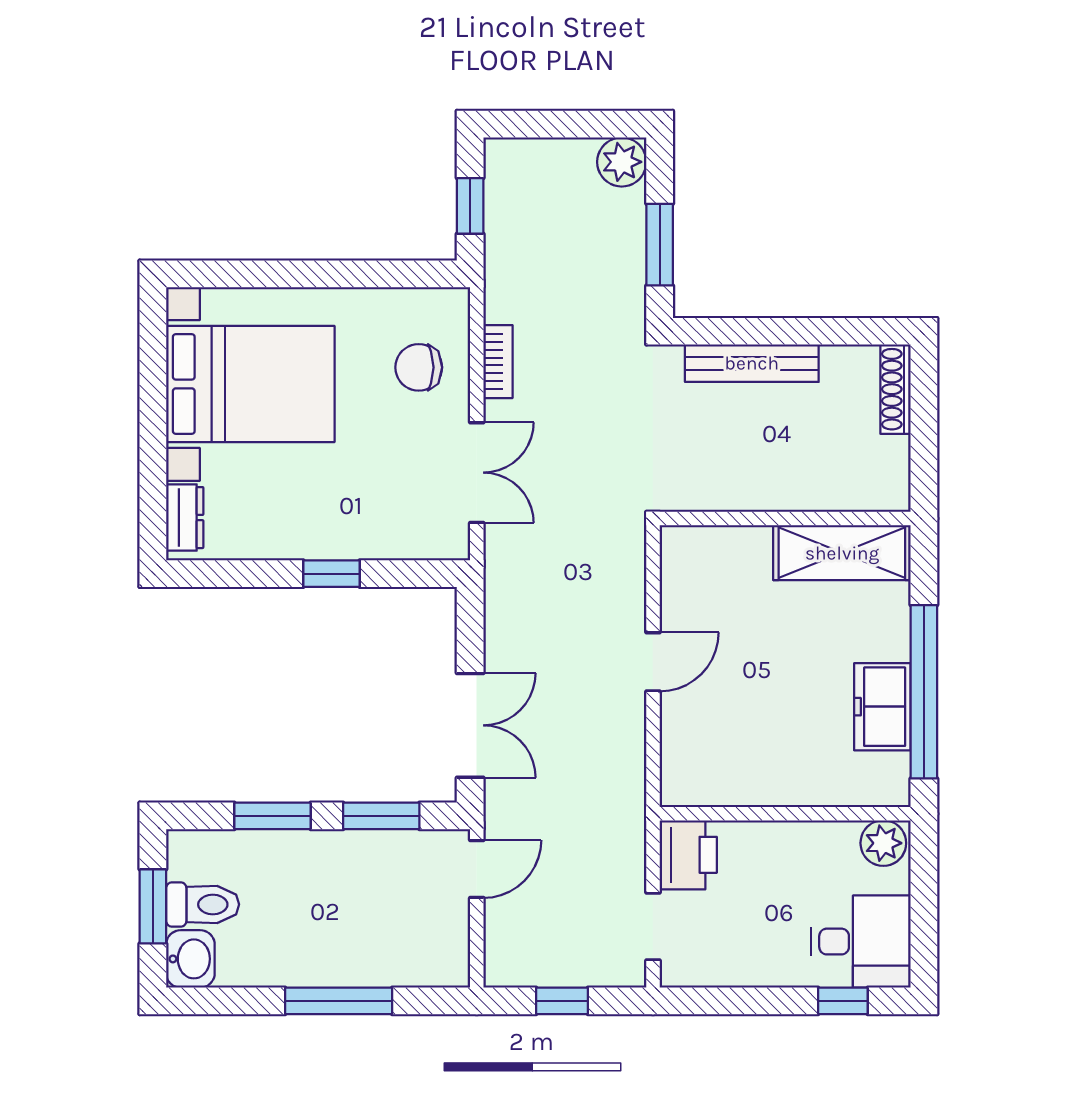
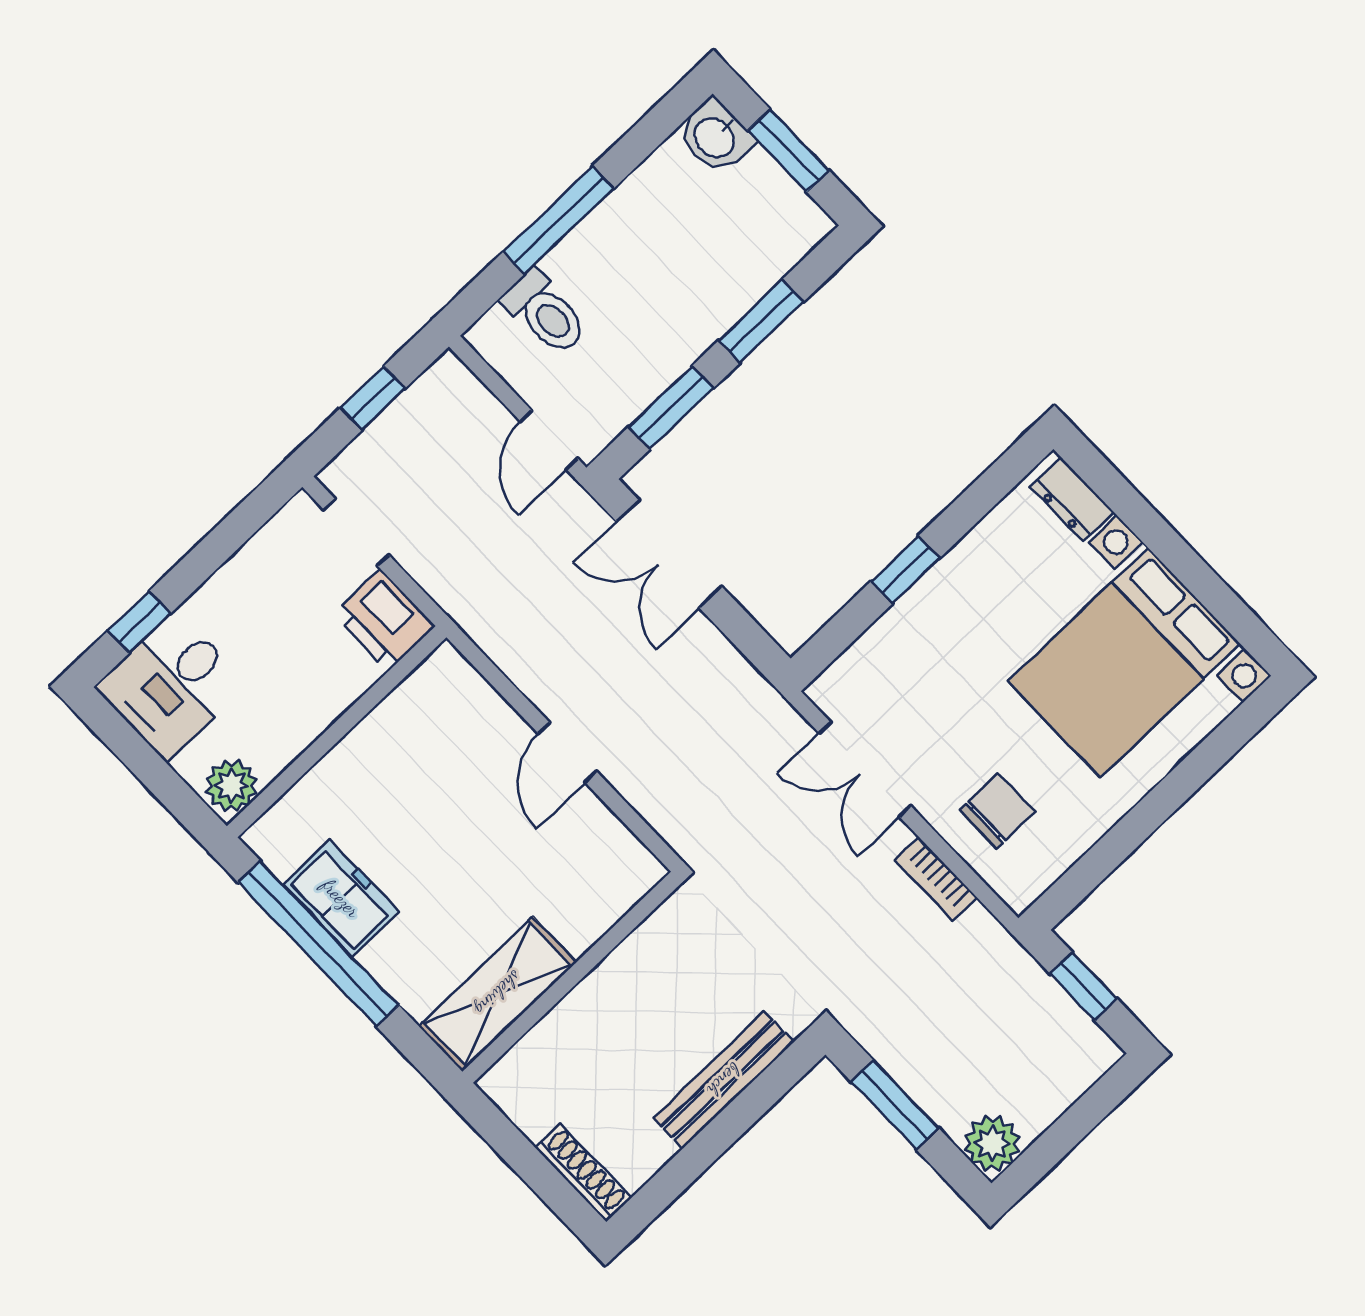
toilet: (203, 904) -> (545, 312), moved, turned -90

